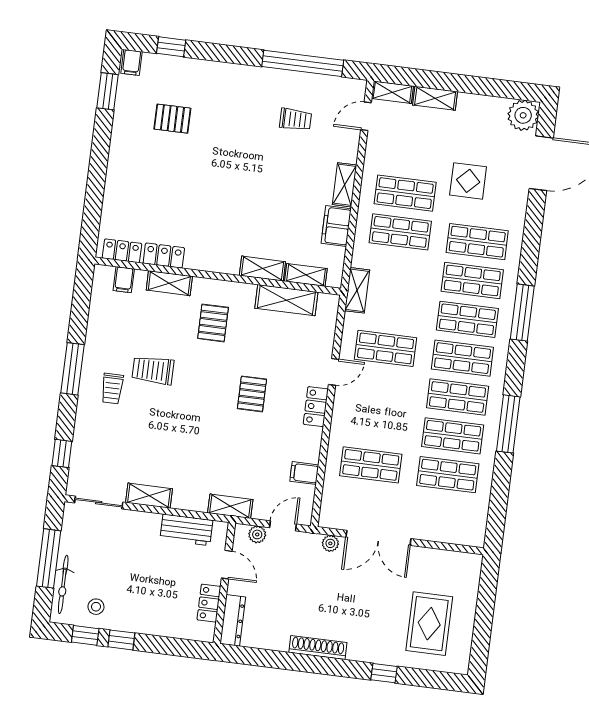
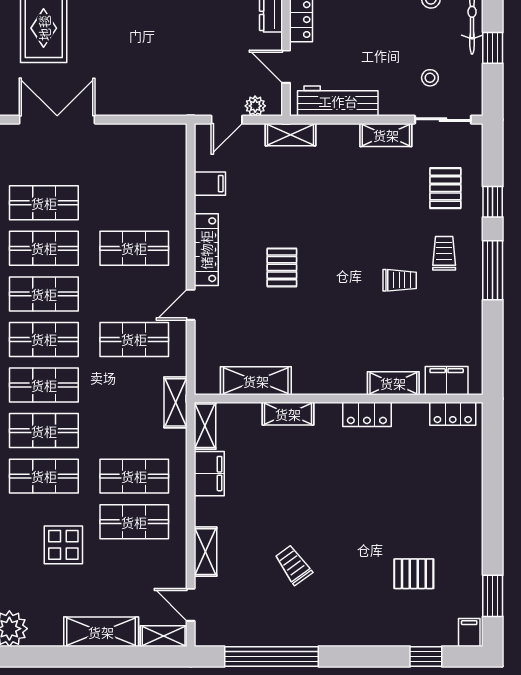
shelving: (435, 98) -> (101, 632), width x1.50, depth x1.33
door: (366, 116) -> (191, 605), swing flipped
trolley: (296, 119) -> (293, 565), moved, turned 54
shelving: (345, 185) -> (205, 552), moved
locker: (164, 256) -> (367, 414), moved
shelving: (306, 275) -> (205, 426), moved, turned 90
filing cabinet: (124, 280) -> (447, 381), width x2.00
pallet: (213, 323) -> (445, 188), moved
trolley: (153, 370) -> (400, 280), width x0.73, depth x0.72
locker: (316, 407) -> (206, 250), width x1.53
window: (62, 453) -> (493, 202), moved
shop shelf: (371, 465) -> (134, 248), moved
workbench: (186, 530) -> (338, 101), width x1.38
double door: (378, 538) -> (57, 120), moved
stool: (105, 540) -> (430, 78), added
plant: (330, 543) -> (170, 106), removed
window: (49, 558) -> (493, 48), width x0.46

